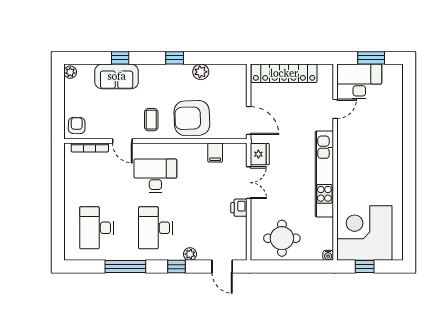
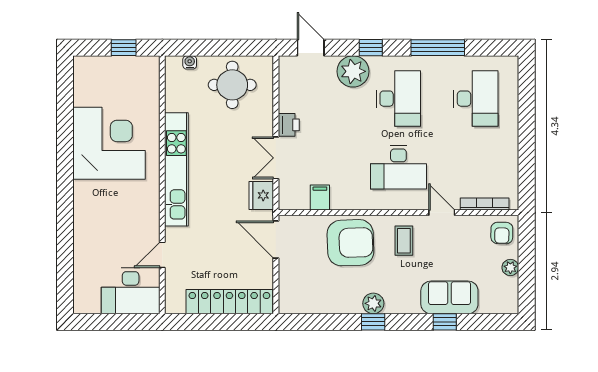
window: (371, 58) -> (115, 322), removed
plant: (70, 72) -> (510, 268), moved
plant: (201, 72) -> (373, 303), moved
corner desk: (364, 233) -> (109, 143), moved, turned -90
plant: (190, 254) -> (353, 71), width x1.87, depth x1.87
water cooler: (328, 255) -> (190, 62), moved

